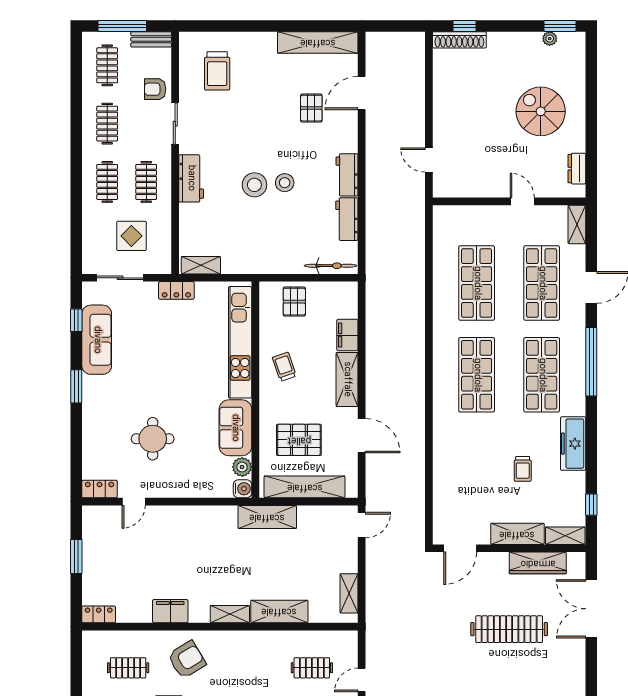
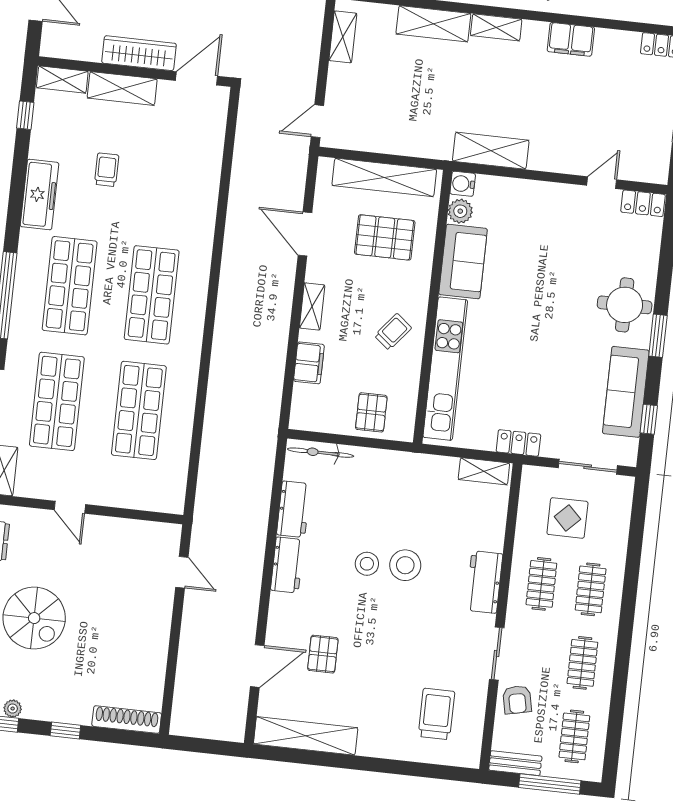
window: (465, 26) -> (65, 731), moved
armchair: (155, 89) -> (517, 700), turned 78
trolley: (284, 367) -> (393, 332), turned -122
shelving: (347, 379) -> (312, 306), width x0.67, depth x0.75
round table: (153, 439) -> (625, 305), moved
shelving: (267, 517) -> (491, 151), moved
wardrobe: (538, 563) -> (139, 53), moved

